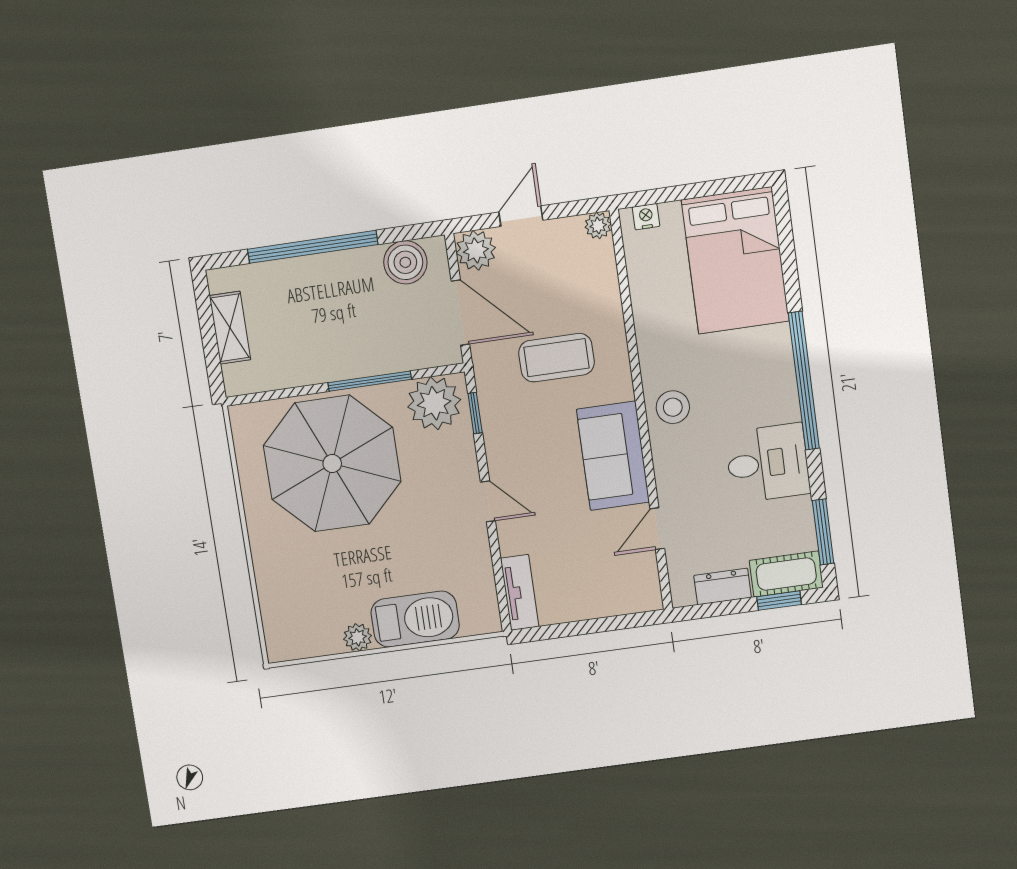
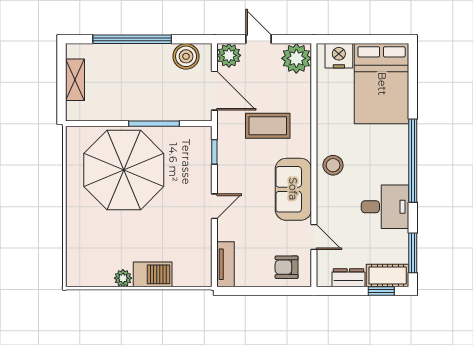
door: (521, 216) -> (259, 39), hinge flipped
nightstand: (646, 217) -> (339, 56), width x1.89, depth x1.79
plant: (598, 226) -> (296, 58), width x1.88, depth x1.88
plant: (434, 403) -> (191, 143), removed
door: (488, 501) -> (214, 206), hinge flipped
door: (657, 529) -> (314, 237), swing flipped
armchair: (619, 583) -> (287, 267), added
barbecue: (415, 619) -> (153, 274), width x0.73, depth x0.83

